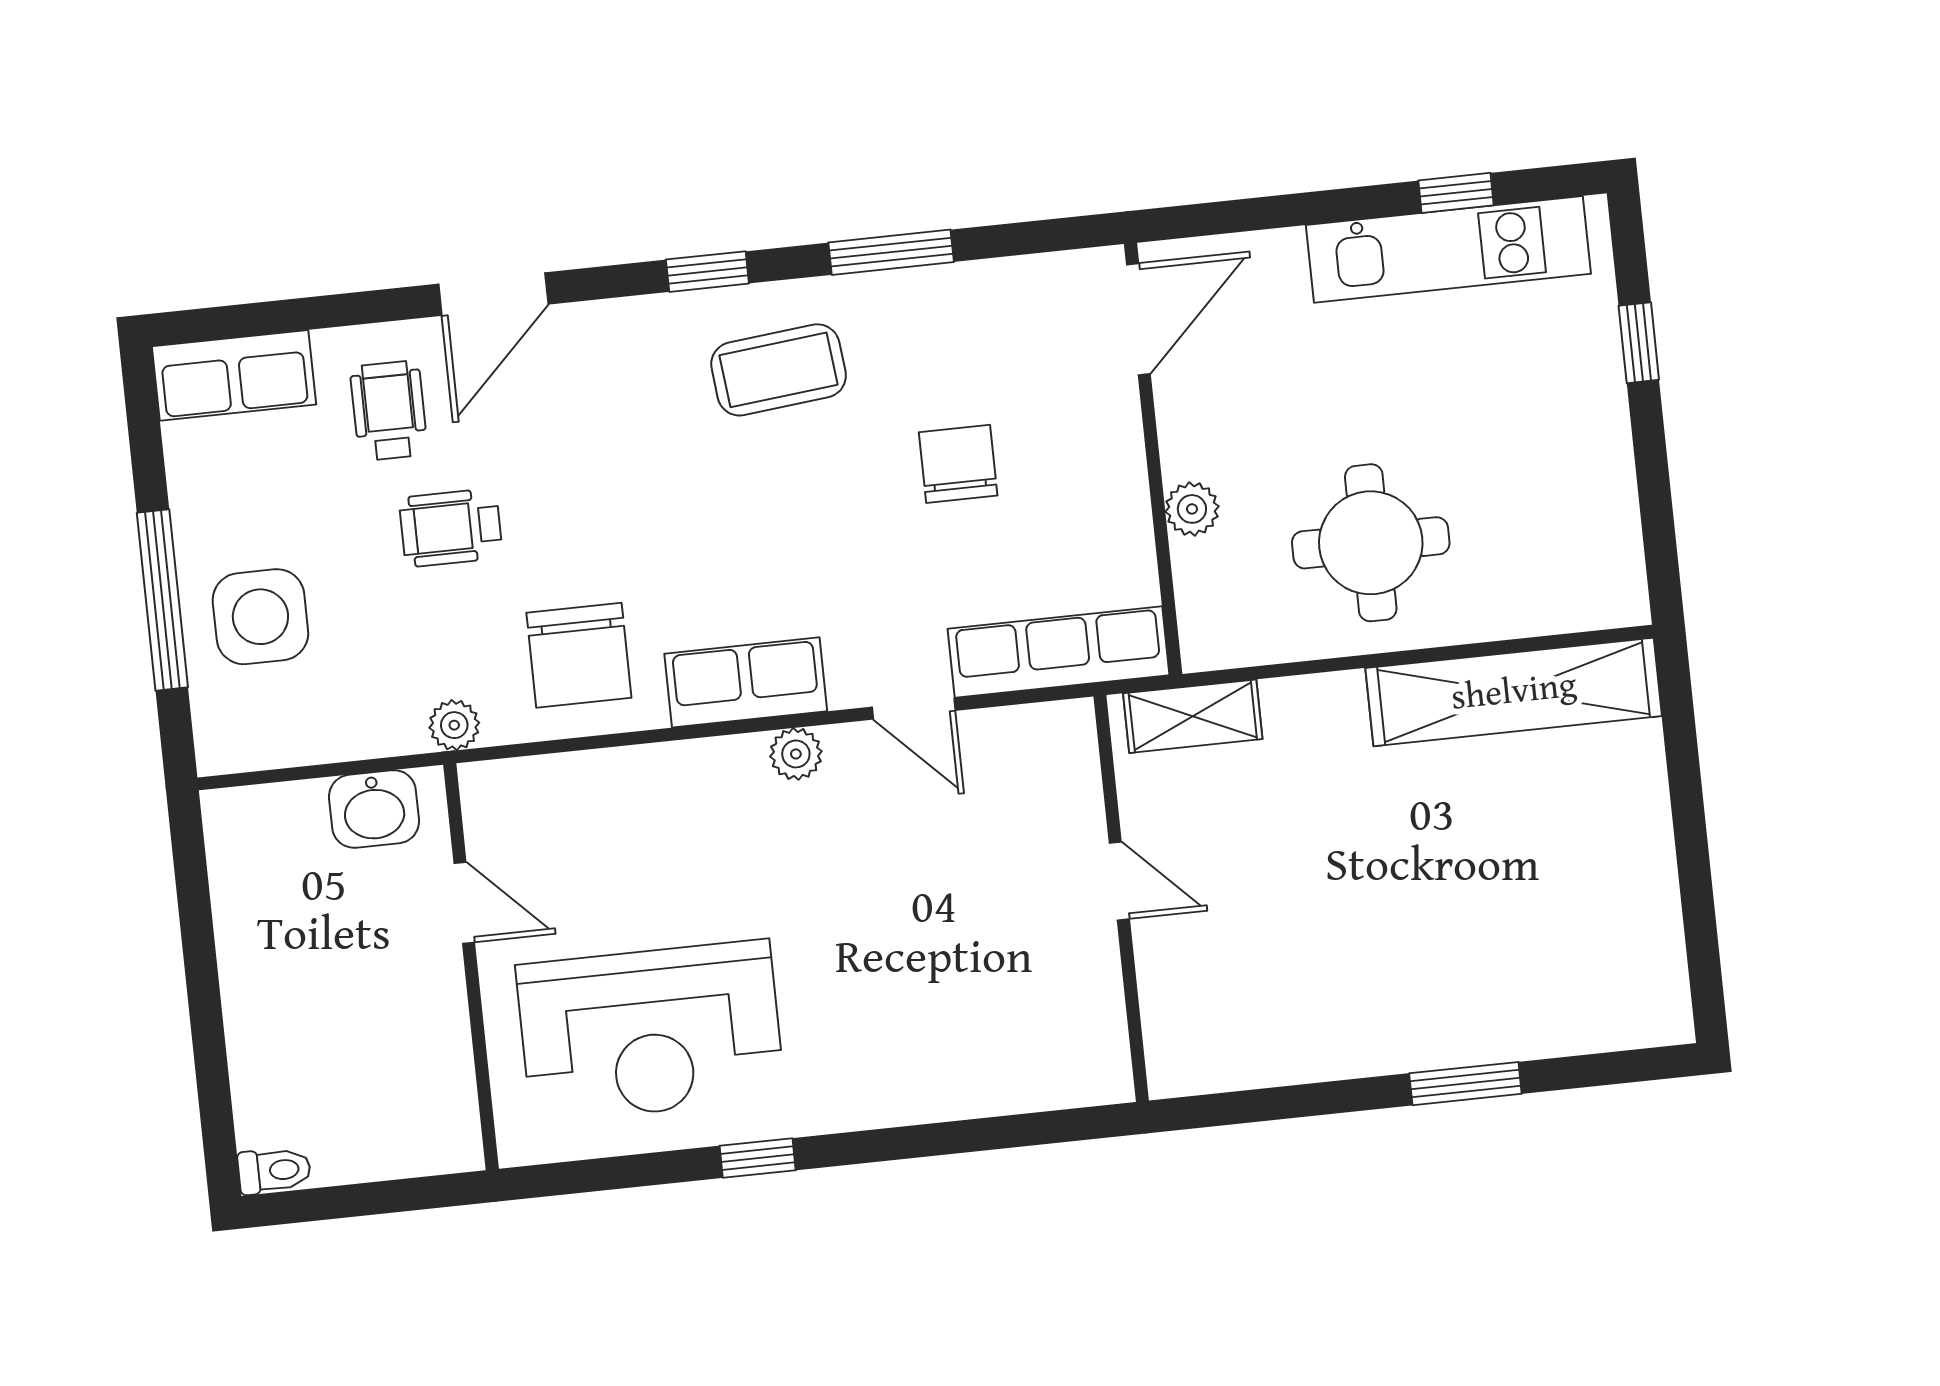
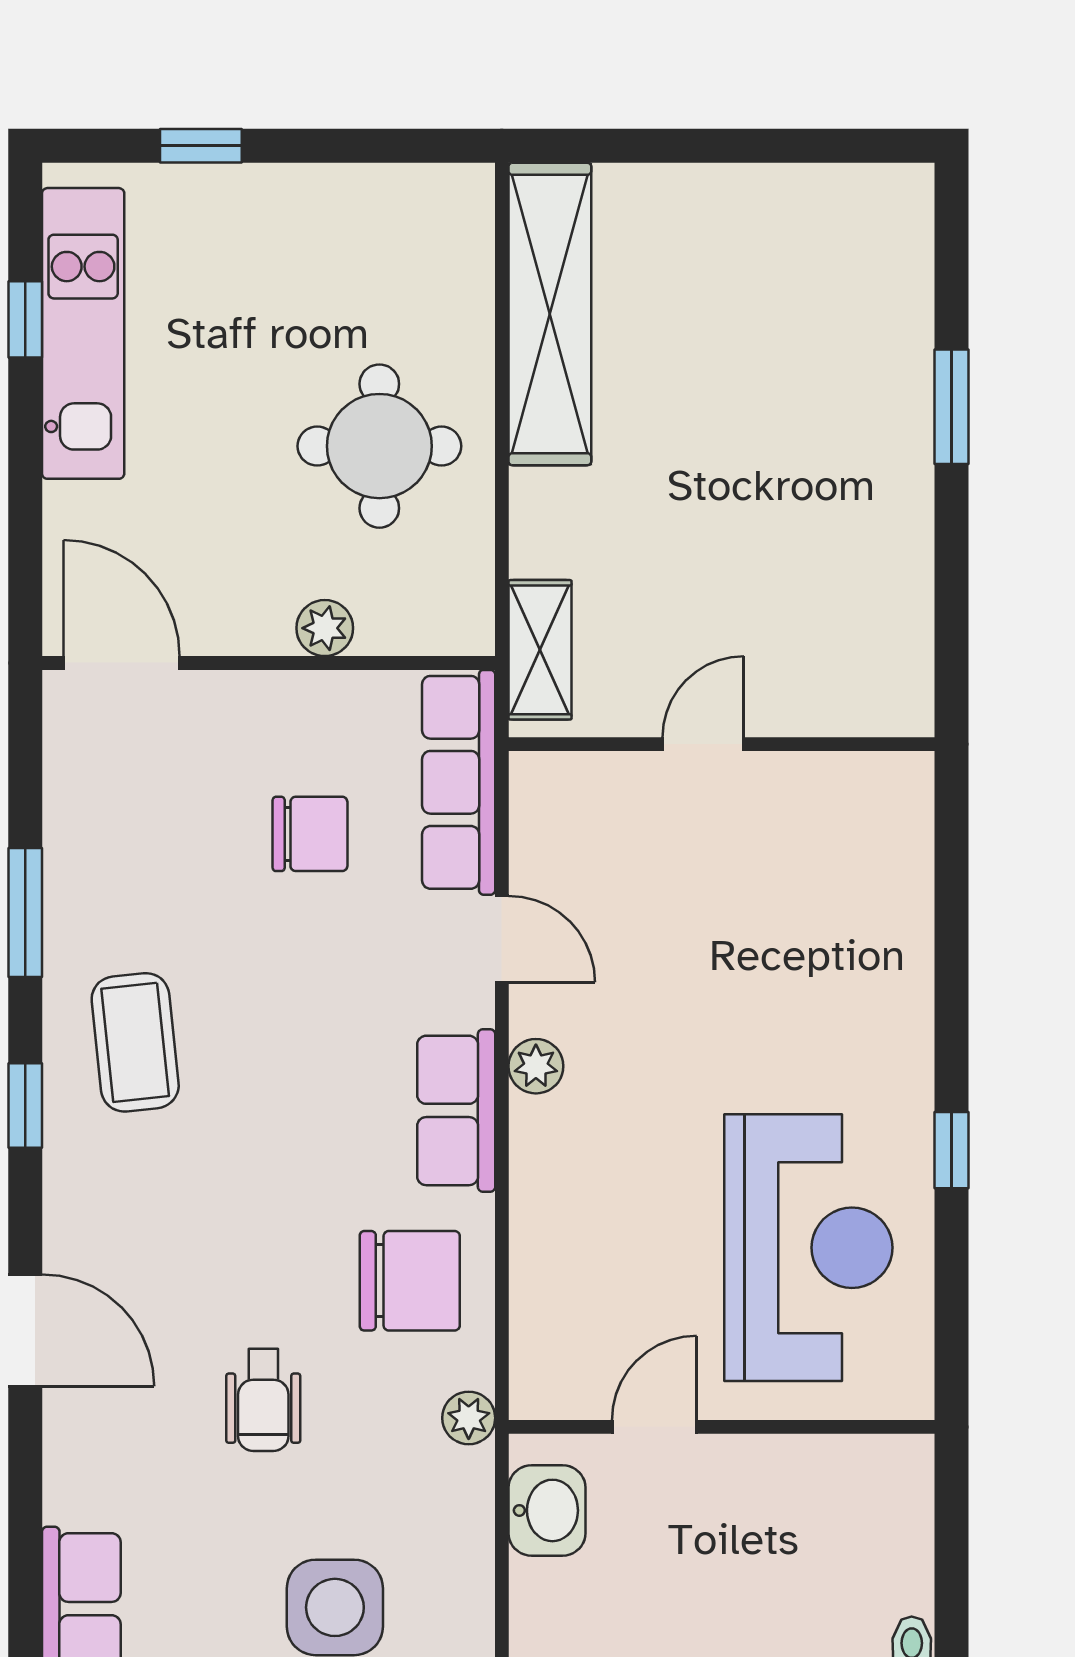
wheelchair: (389, 411) -> (135, 1452), removed
chair: (958, 464) -> (310, 834), moved, turned 180
door: (914, 709) -> (502, 939), hinge flipped

